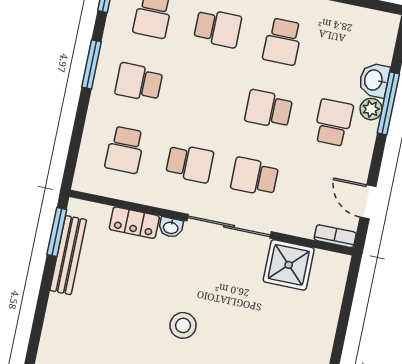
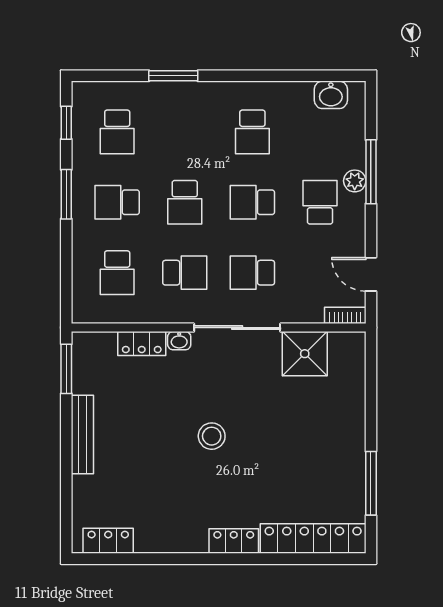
school desk: (218, 28) -> (185, 202), moved, turned 90
washbasin: (374, 80) -> (331, 95), moved, turned -90
bench: (68, 255) -> (82, 434), moved

